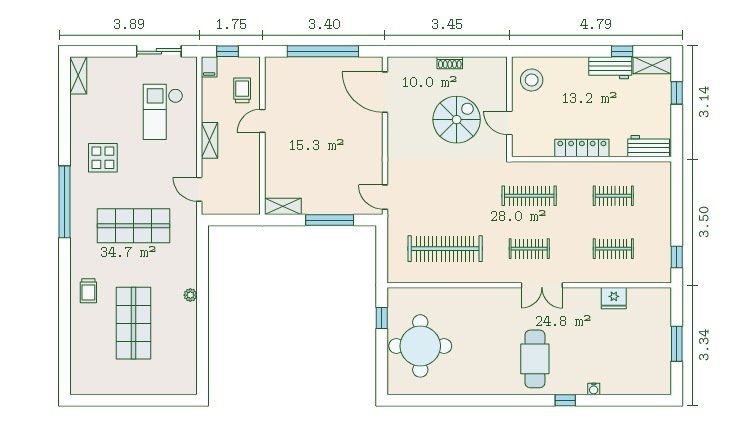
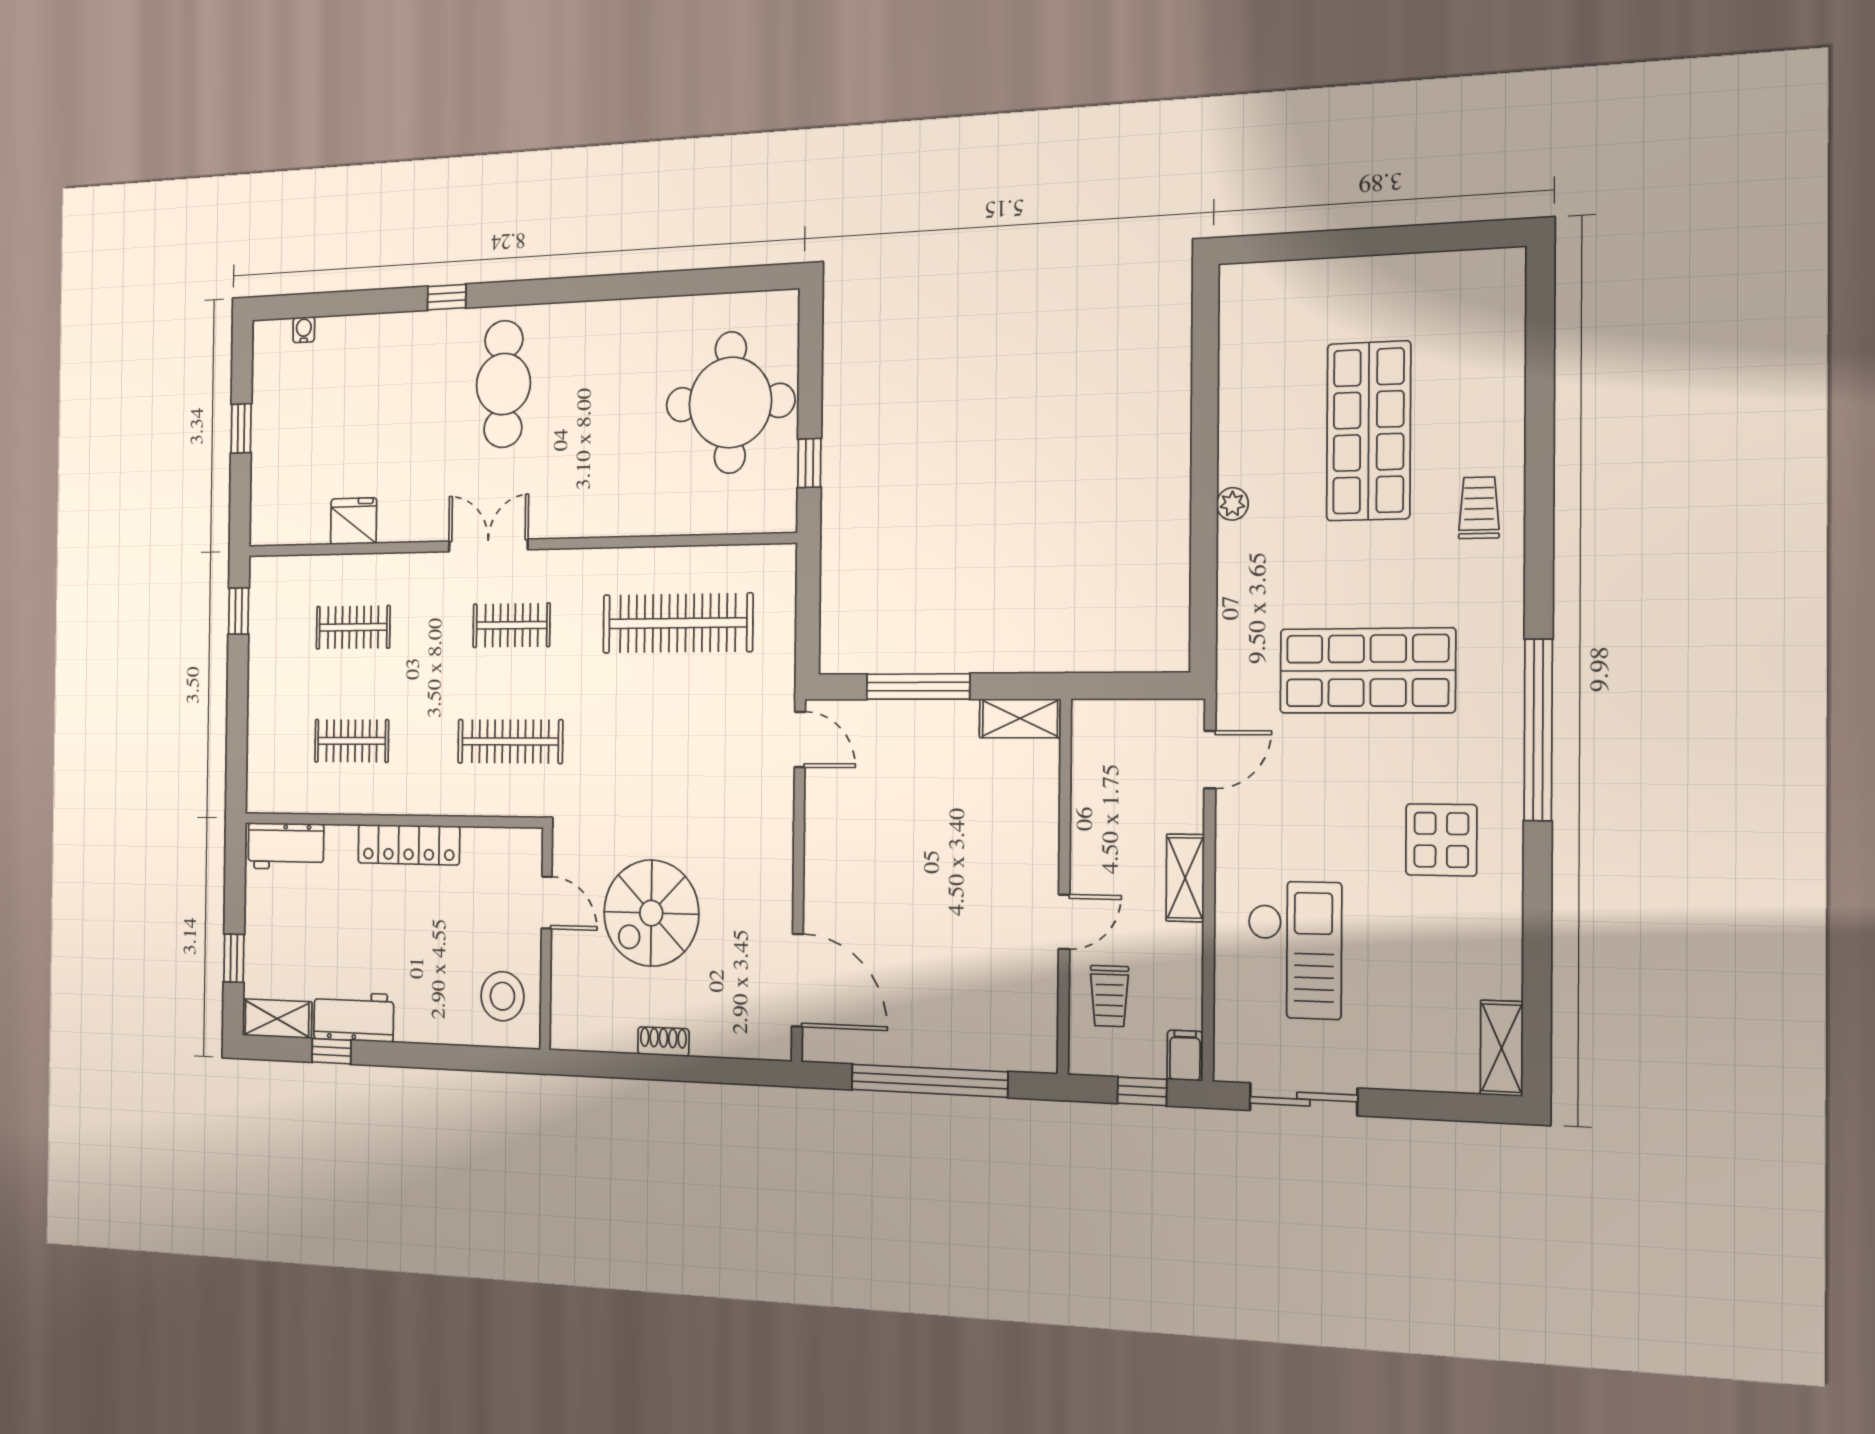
door: (199, 189) -> (1210, 760), hinge flipped
window: (677, 344) -> (241, 428), width x0.67
water cooler: (594, 389) -> (304, 330), moved

